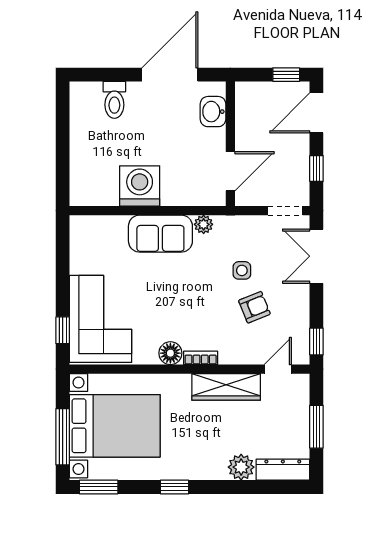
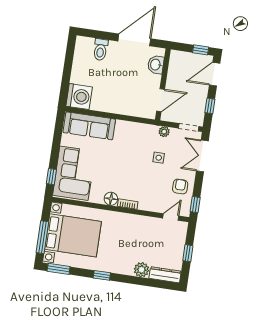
washing machine: (140, 186) -> (79, 97), moved, turned 90
plant: (204, 224) -> (164, 132), moved
sofa: (160, 234) -> (89, 126), moved, width x1.36
armchair: (254, 307) -> (180, 187), moved, turned -68
wardrobe: (226, 387) -> (140, 223), removed
window: (316, 427) -> (188, 253), width x0.67

